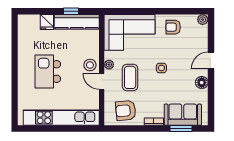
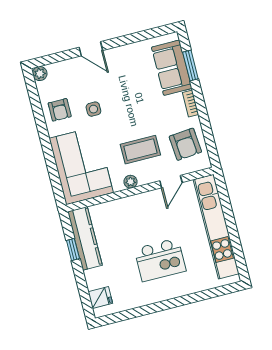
fridge: (47, 22) -> (100, 298), moved
stool: (90, 65) -> (137, 207), removed
side table: (161, 68) -> (93, 109), moved
door: (102, 81) -> (171, 182), moved
floor lamp: (202, 83) -> (123, 54), removed

